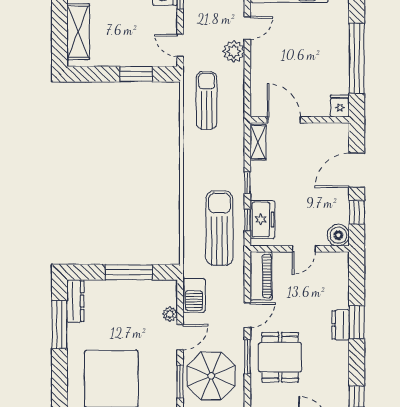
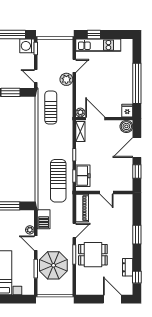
plant: (258, 109) -> (80, 112), added
sun lounger: (219, 228) -> (58, 181), turned 180
boiler: (338, 235) -> (126, 126), moved
door: (304, 249) -> (107, 193), hinge flipped
dresser: (341, 325) -> (128, 267), moved
door: (180, 337) -> (36, 243), swing flipped
dining table: (280, 357) -> (93, 255), turned 90

